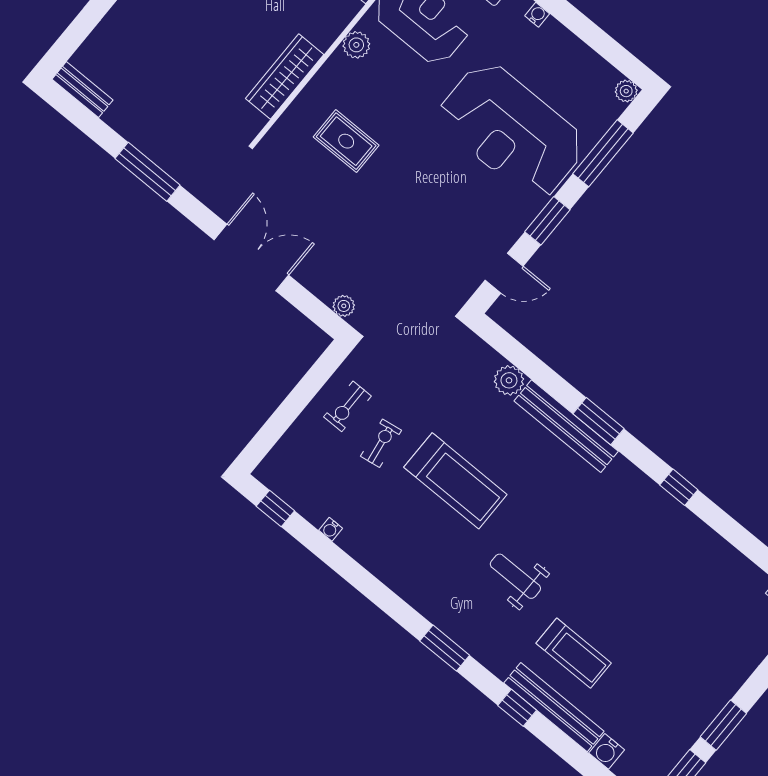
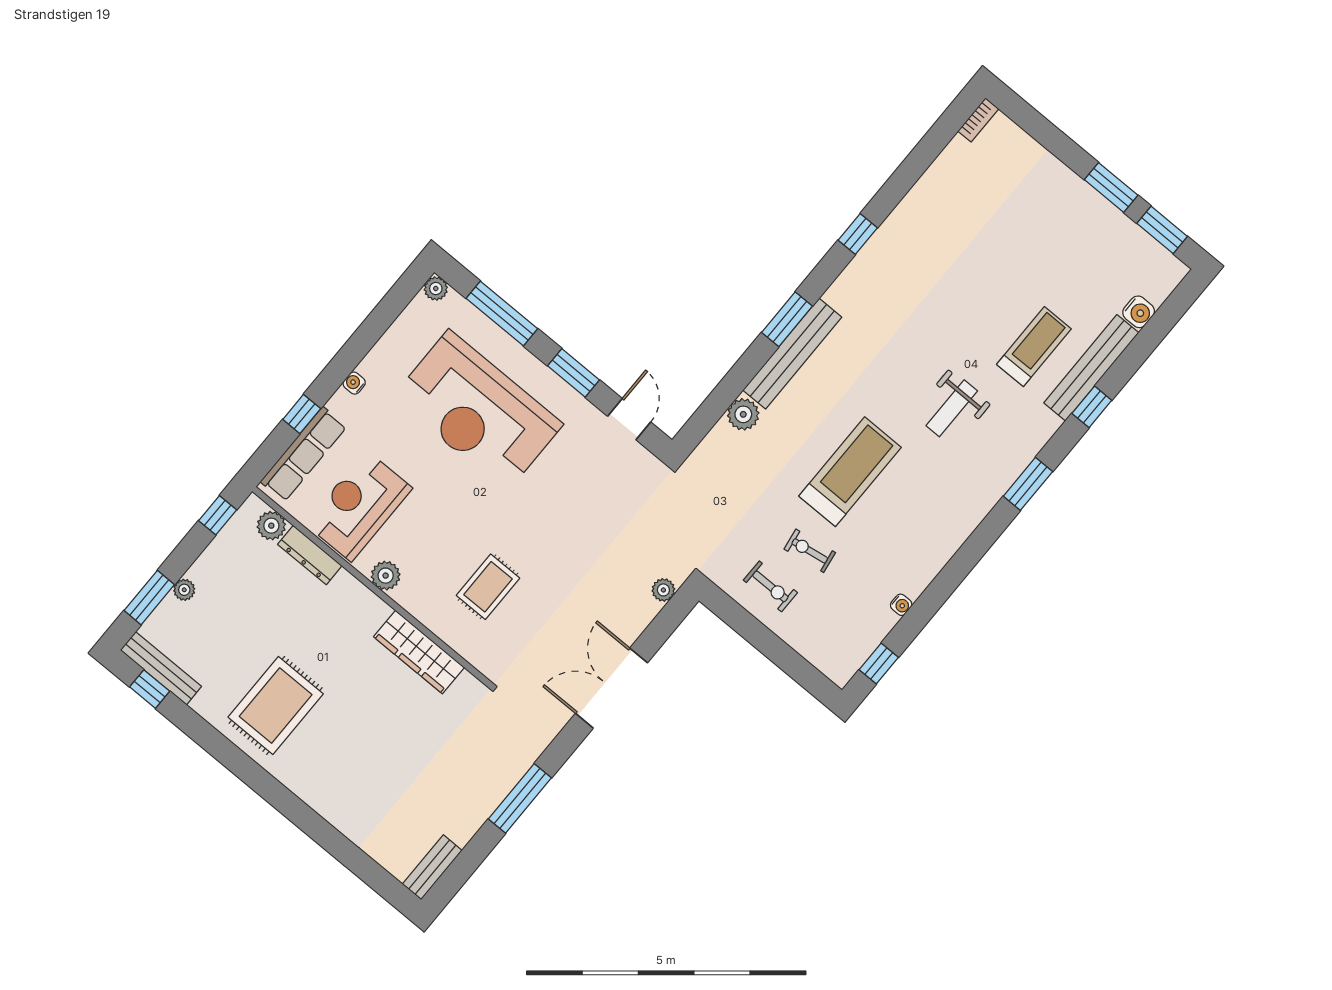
reception desk: (511, 131) -> (478, 411), turned 90

